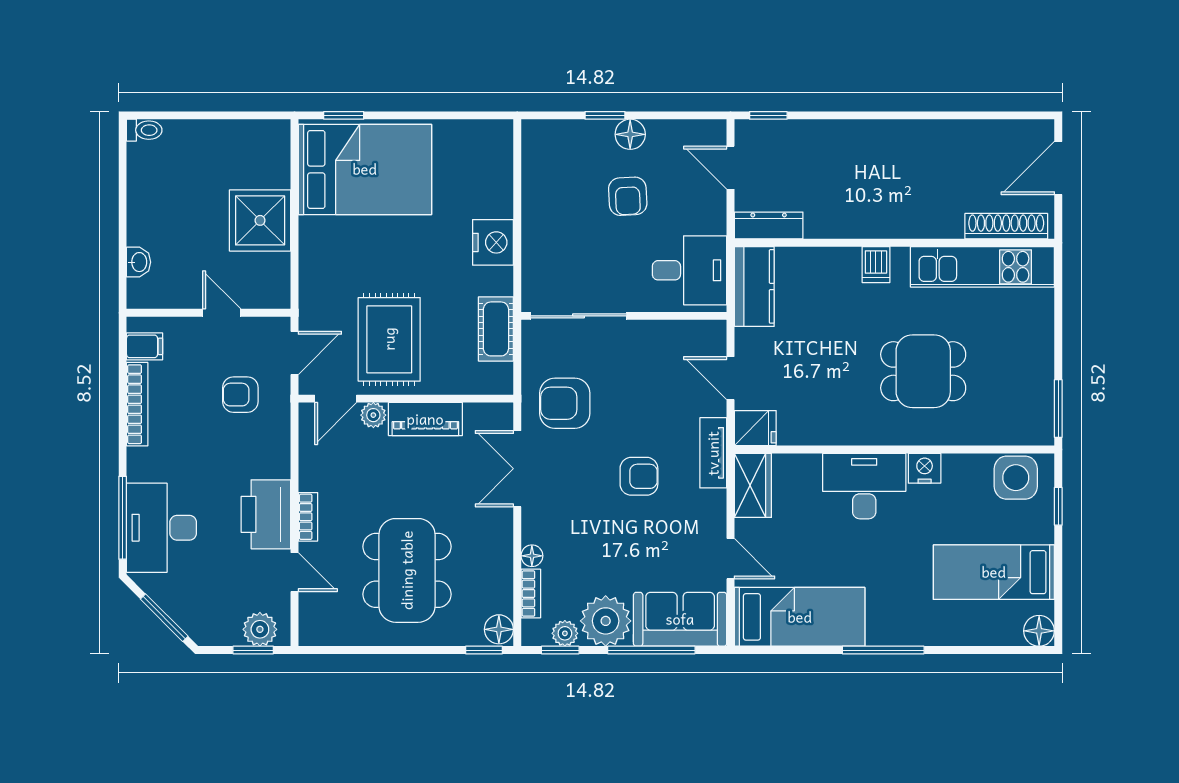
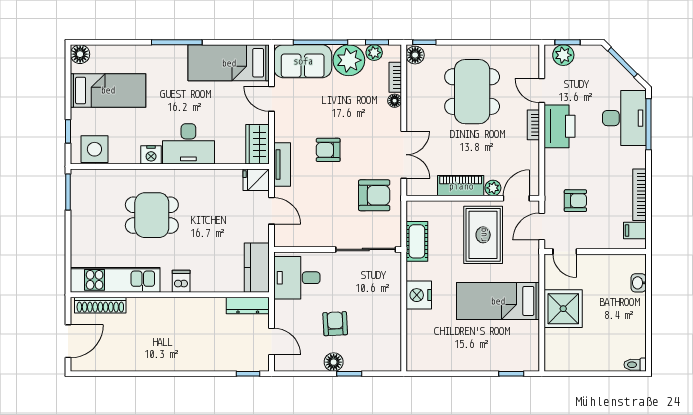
bed: (365, 169) -> (498, 301), moved, width x0.67
door: (222, 313) -> (565, 251), moved

